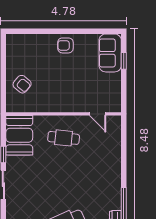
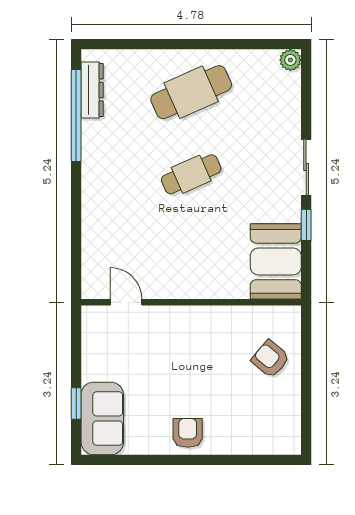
armchair: (65, 45) -> (188, 433), turned -90
cafe table: (64, 138) -> (191, 174), moved, turned -30

